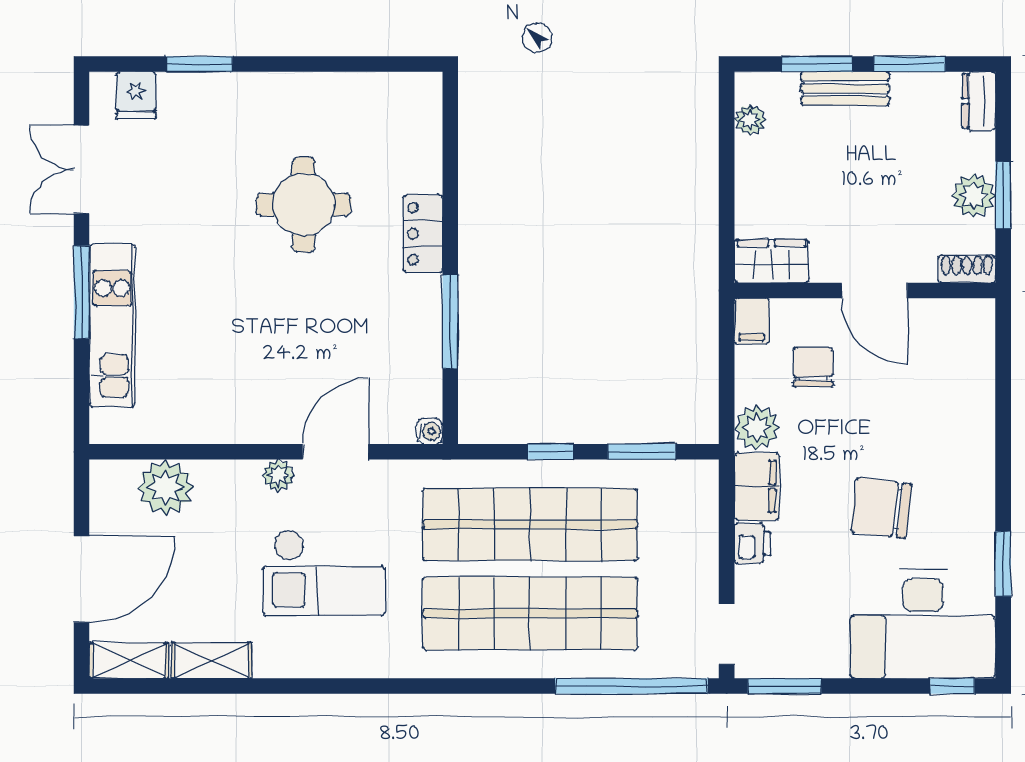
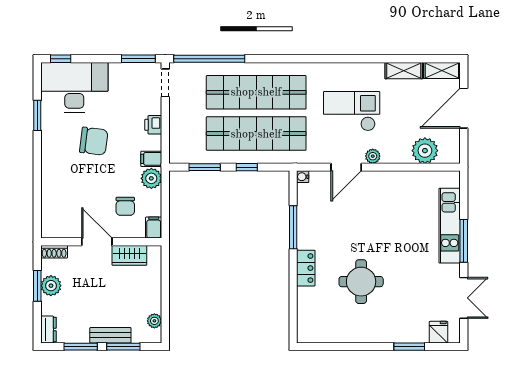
wardrobe: (772, 261) -> (129, 255), moved
filing cabinet: (757, 487) -> (151, 159), width x0.50

